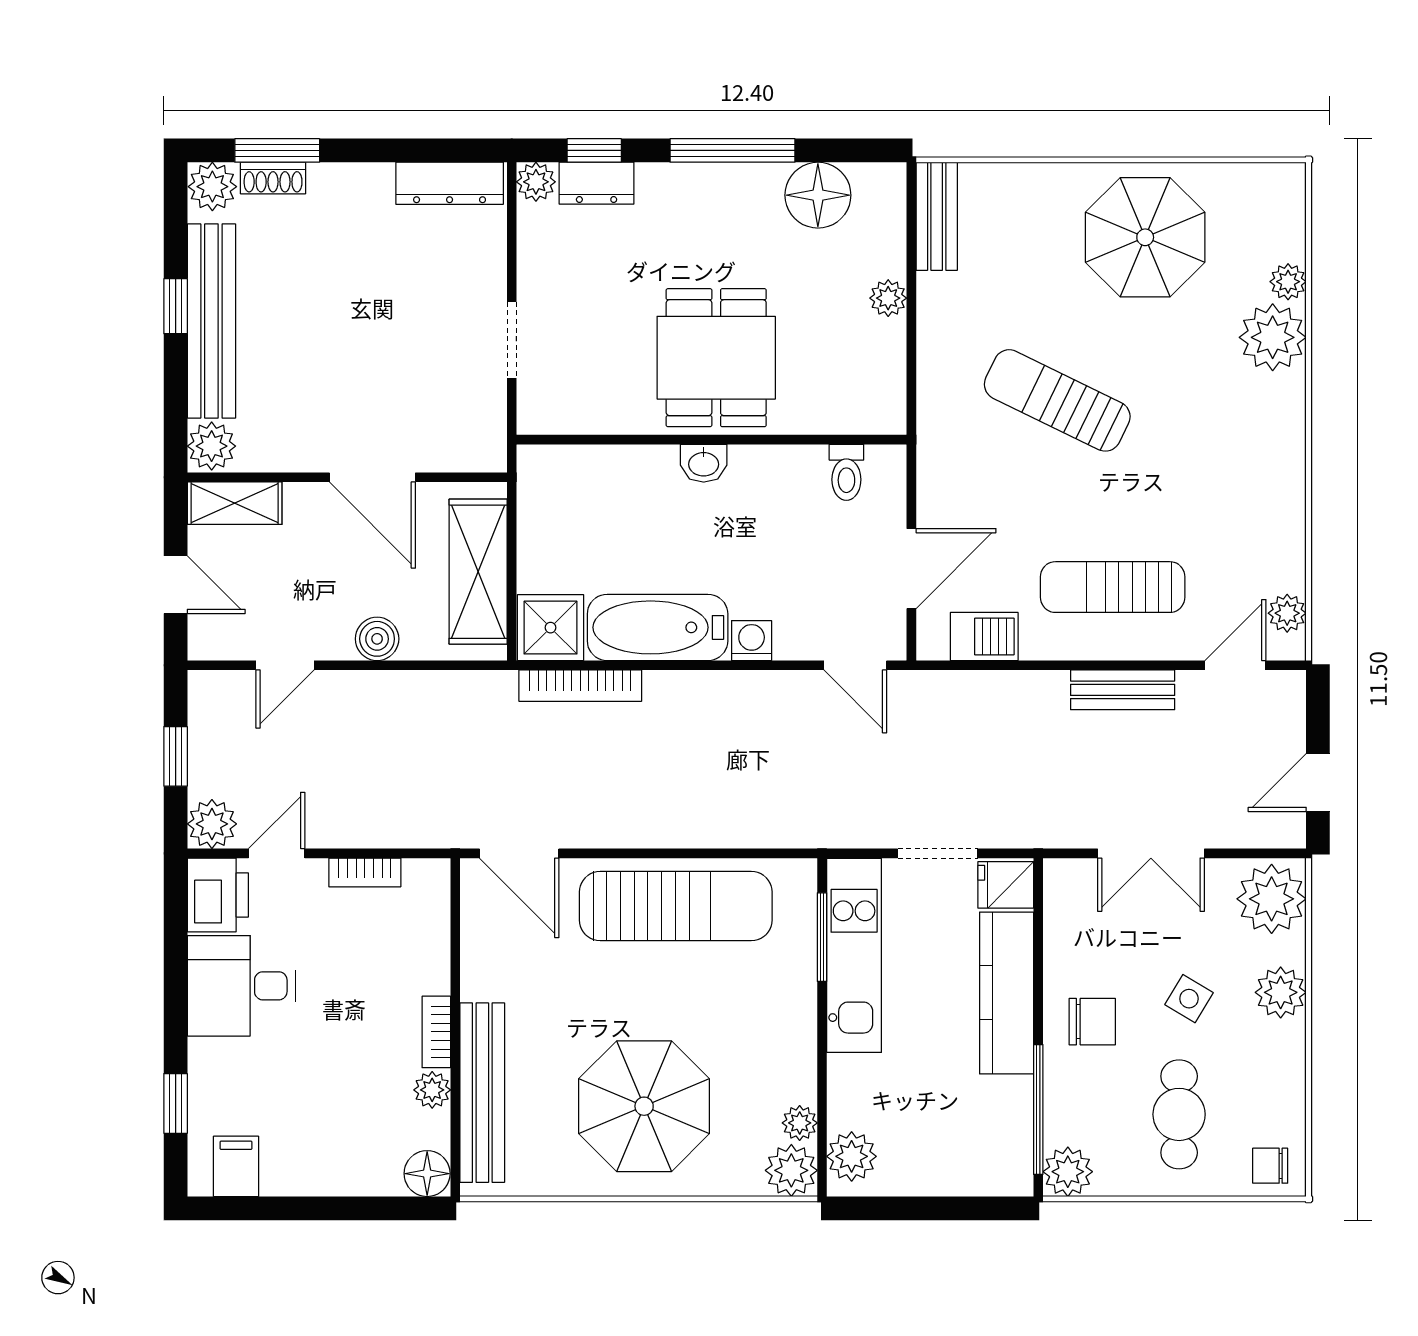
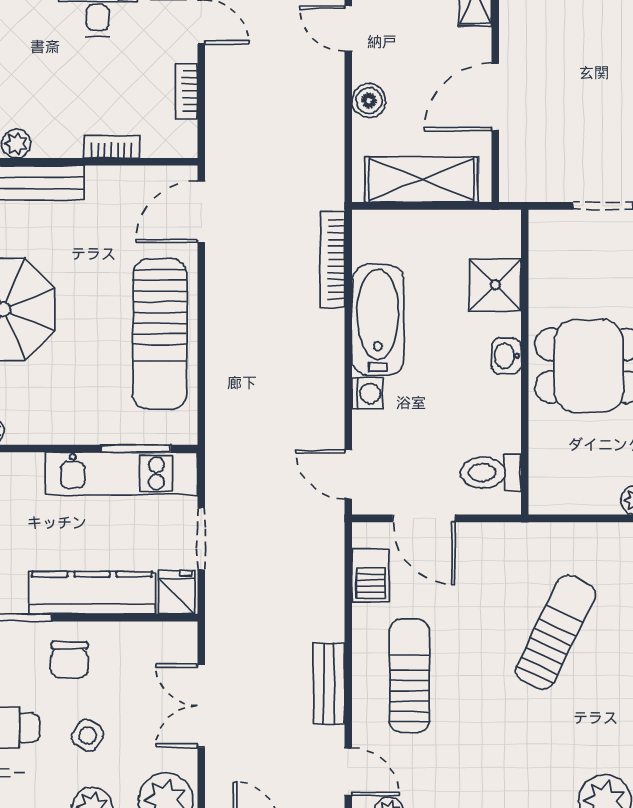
toilet: (846, 472) -> (491, 473), width x1.37, depth x1.39
shower: (550, 628) -> (495, 285), moved
door: (855, 665) -> (348, 474), hinge flipped
bookcase: (436, 1032) -> (111, 147), moved

